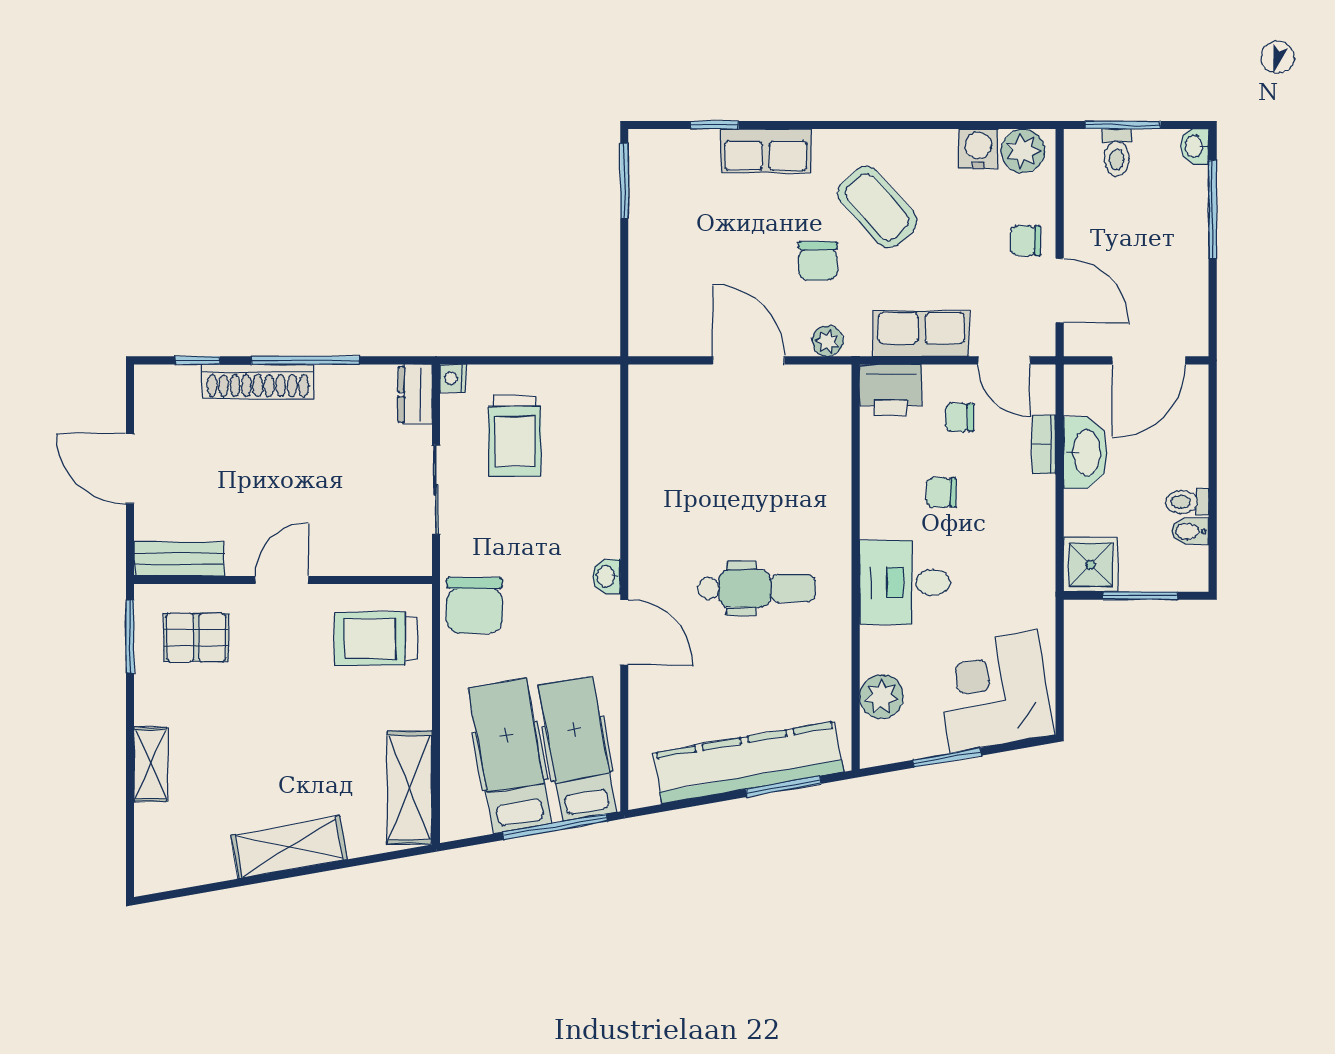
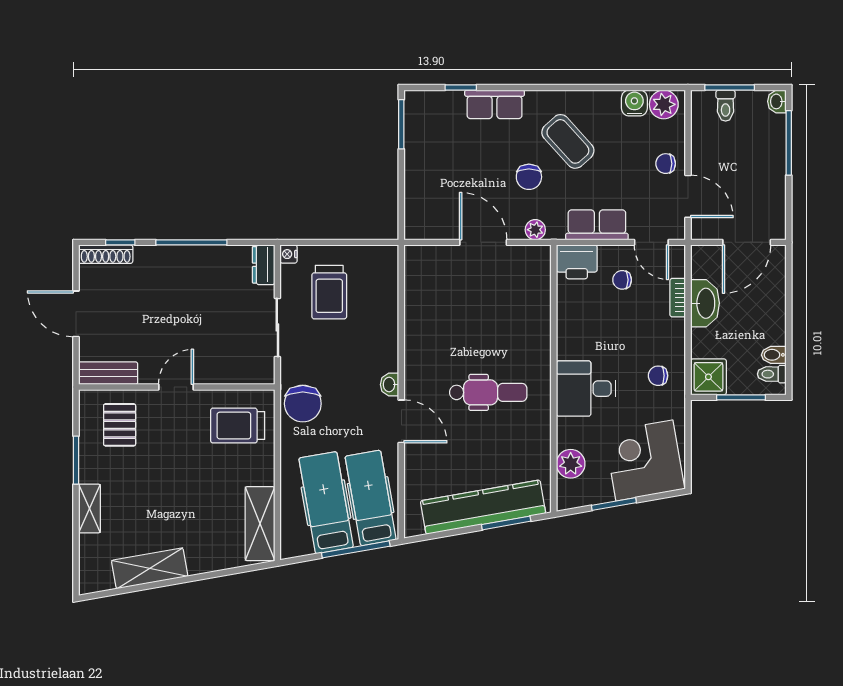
shoe rack: (258, 382) -> (106, 254), moved, width x0.74, depth x0.81
chair: (941, 492) -> (658, 376), moved
toilet: (1187, 502) -> (772, 374), moved
window: (130, 637) -> (76, 460), moved
pallet: (196, 638) -> (120, 425), turned 90
shelving: (289, 847) -> (150, 568), moved

